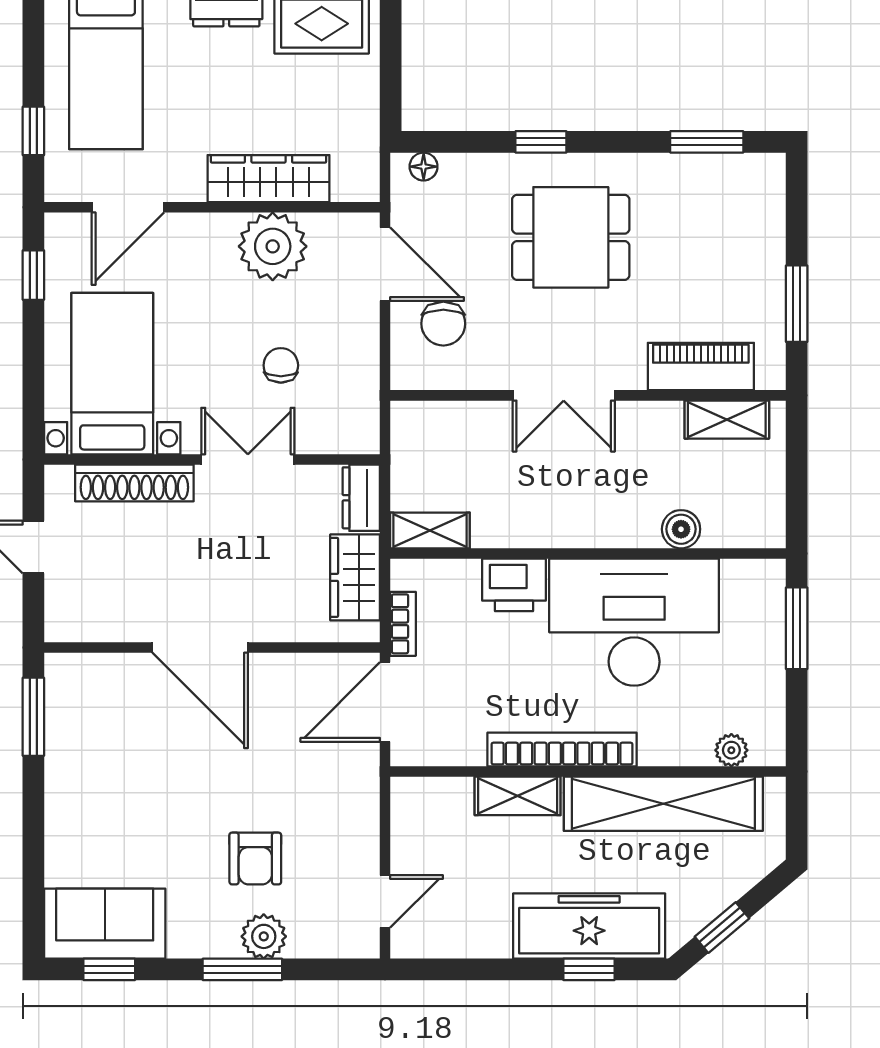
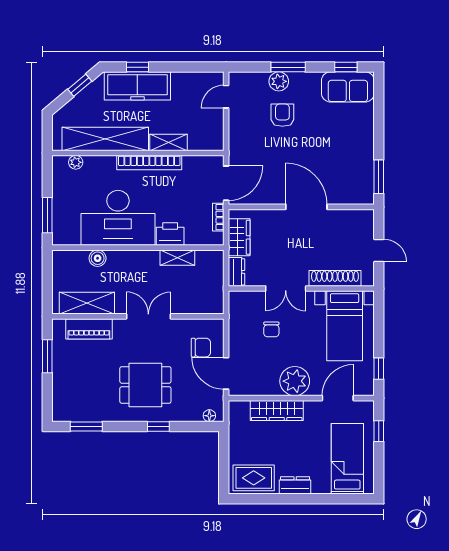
plant: (273, 246) -> (295, 381), moved
chair: (443, 324) -> (201, 348), turned 90
shelving: (727, 420) -> (87, 303), width x1.50, depth x1.33
shelving: (430, 530) -> (177, 258), moved

